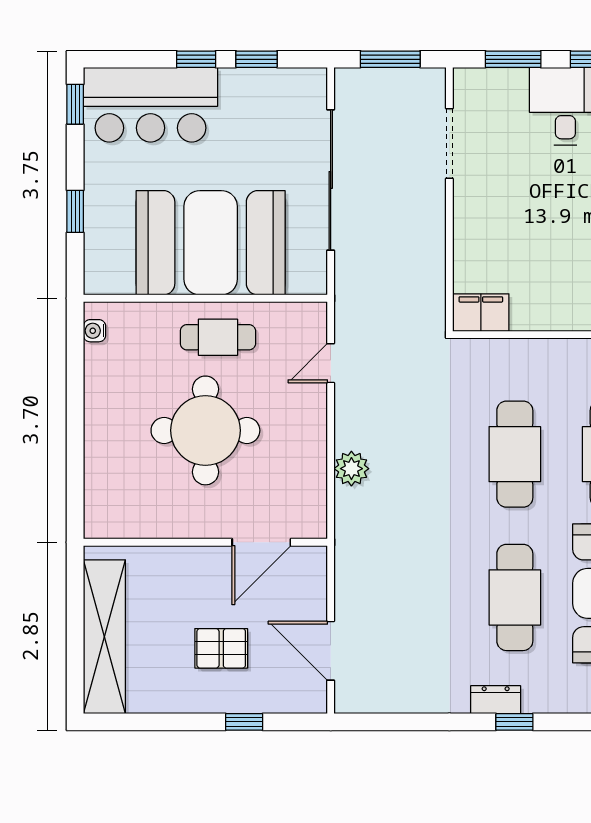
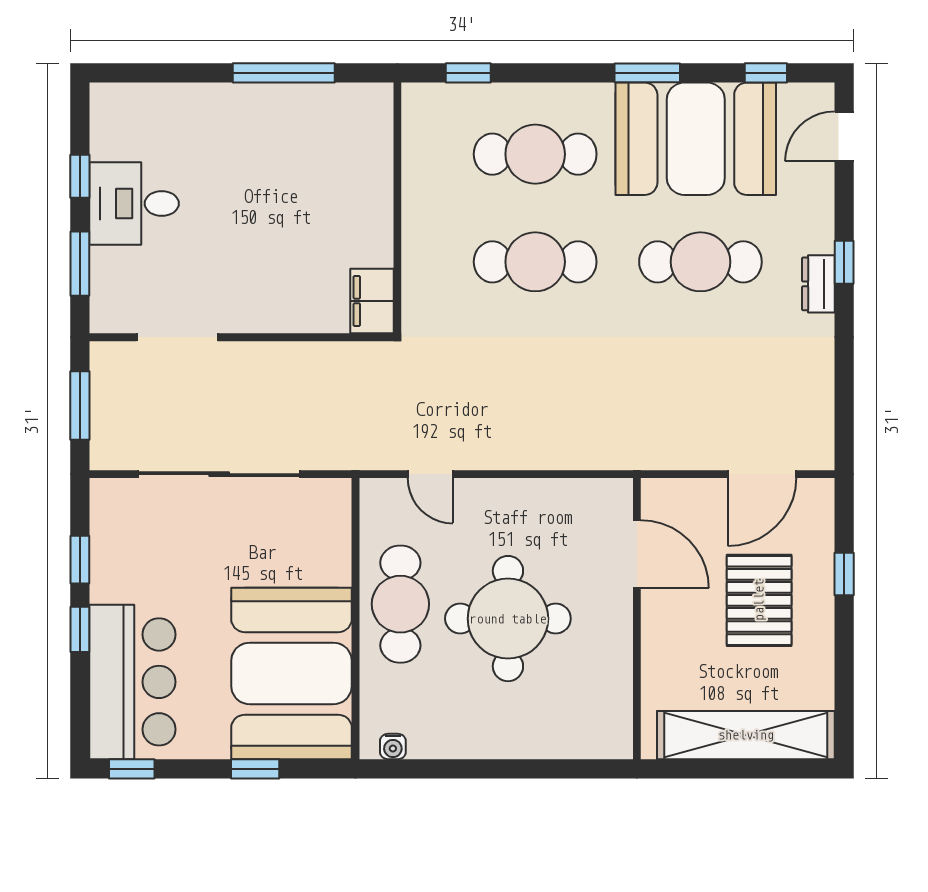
booth: (211, 243) -> (292, 673), moved
cafe table: (218, 337) -> (400, 604), width x1.37, depth x1.35
plant: (351, 469) -> (552, 450), removed
pallet: (221, 648) -> (759, 600), width x1.50, depth x1.42

